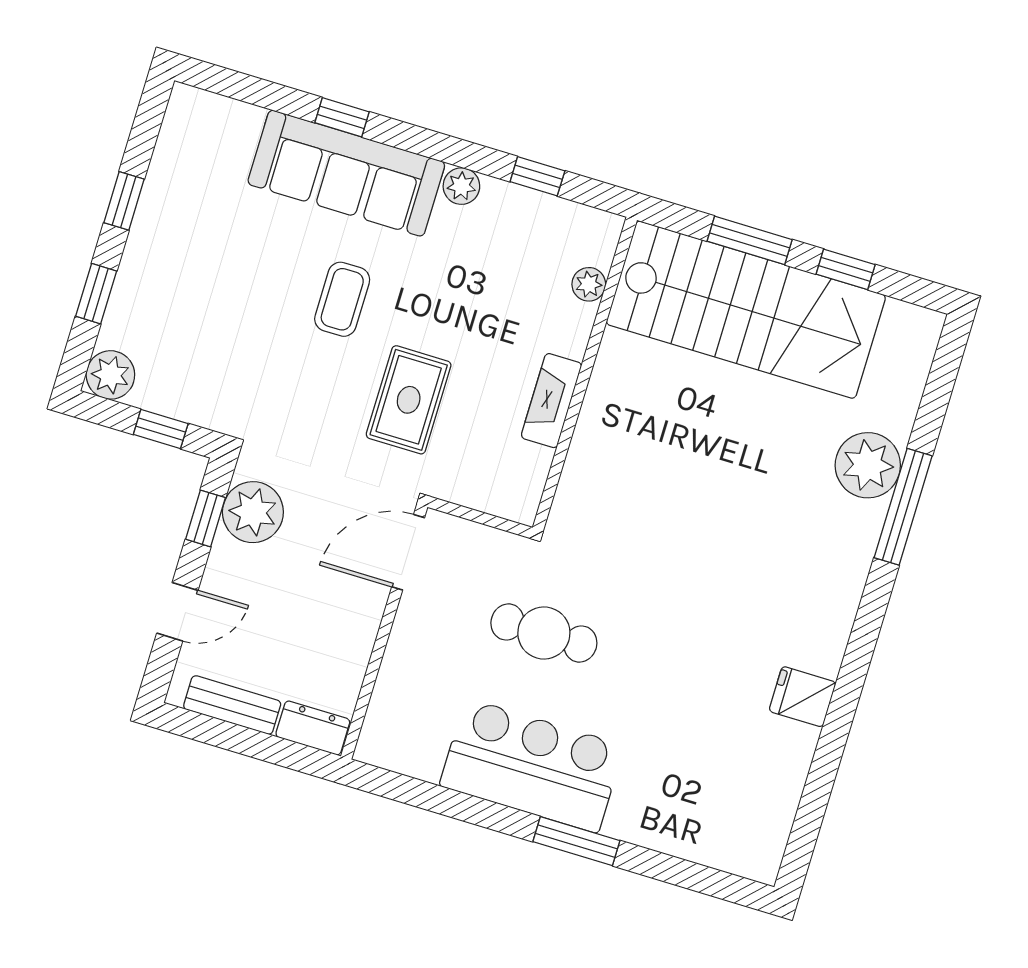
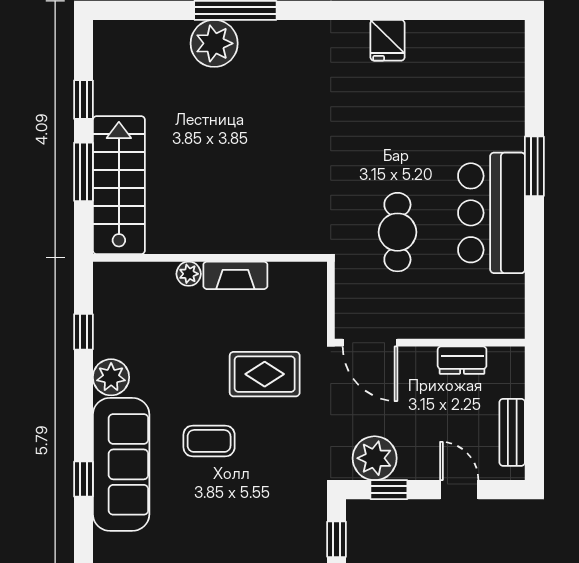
plant: (461, 186) -> (111, 377), width x1.38, depth x1.38
plant: (589, 284) -> (189, 274), moved
stairs: (746, 310) -> (119, 185), width x0.73, depth x0.66
dresser: (313, 728) -> (462, 360), moved, turned -90

